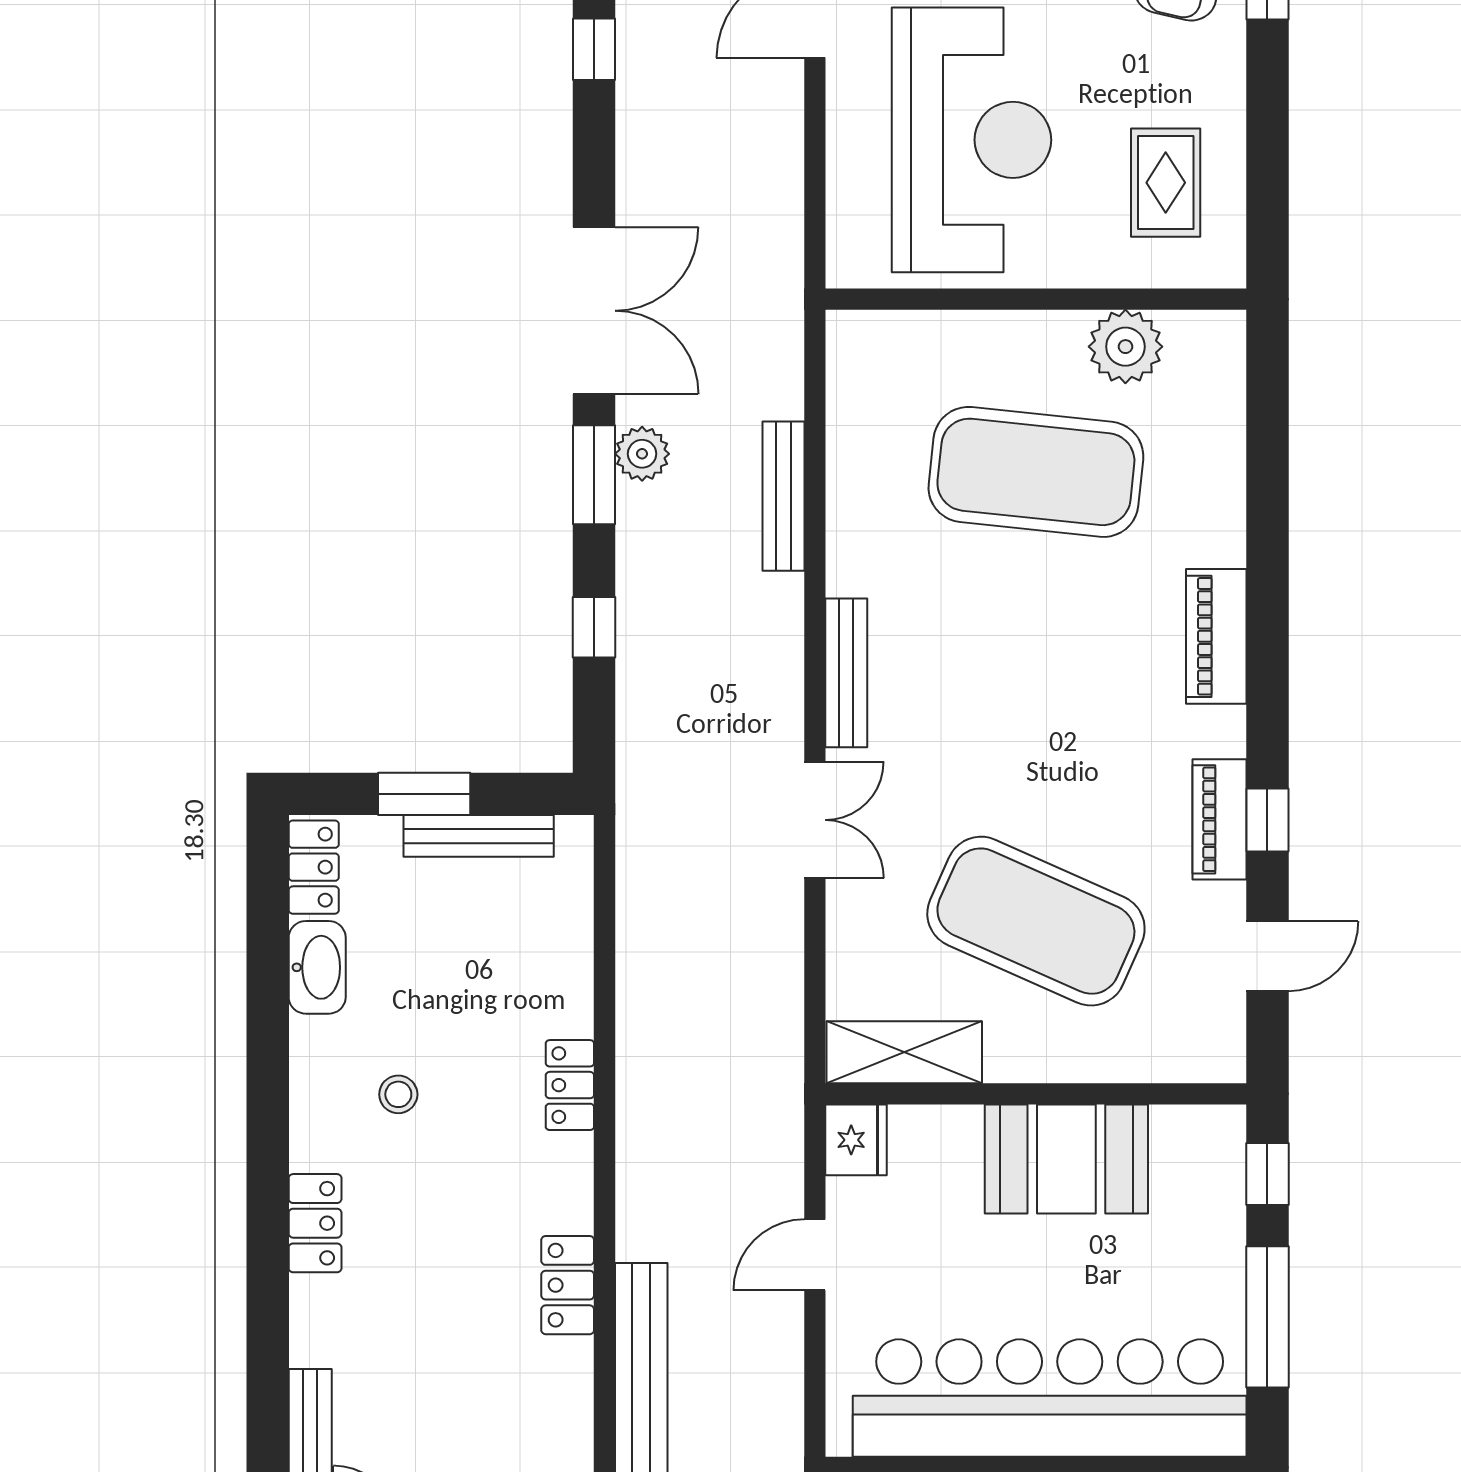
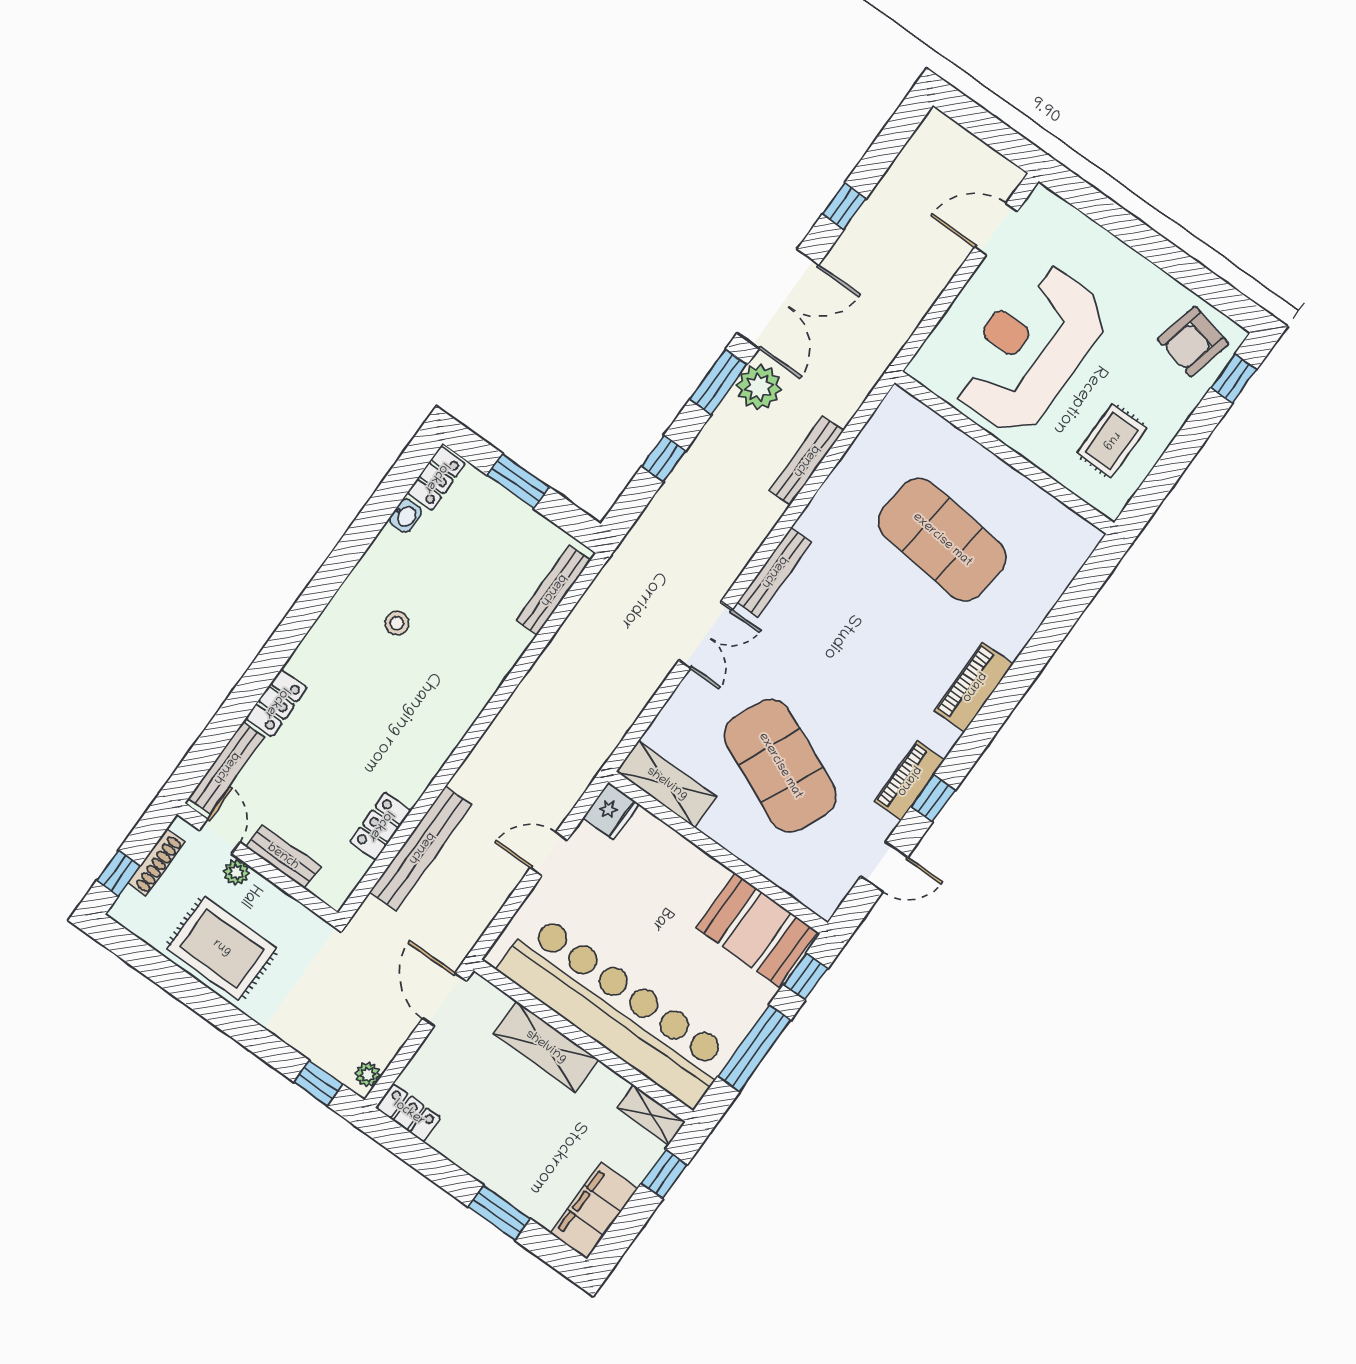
window: (594, 49) -> (844, 206), moved
reception desk: (971, 140) -> (1029, 349), turned 180
plant: (1125, 347) -> (1032, 509), removed
plant: (642, 454) -> (759, 387), width x1.36, depth x1.36
bench: (479, 836) -> (553, 590), moved, turned 90
washbasin: (317, 967) -> (405, 516), width x0.52, depth x0.69
locker: (570, 1085) -> (487, 680), removed
booth: (1066, 1159) -> (757, 930), moved
locker: (315, 1223) -> (276, 703), moved
locker: (568, 1285) -> (380, 826), moved

